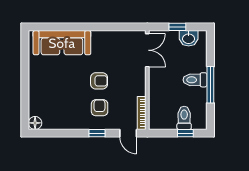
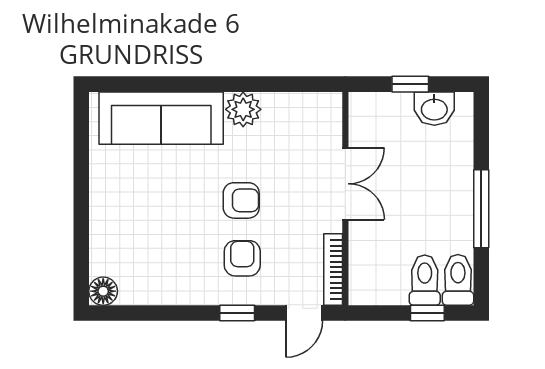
plant: (100, 39) -> (243, 109), added
double door: (147, 50) -> (345, 184), moved
toilet: (195, 80) -> (458, 280), moved, turned 90
door: (128, 133) -> (304, 313), hinge flipped

